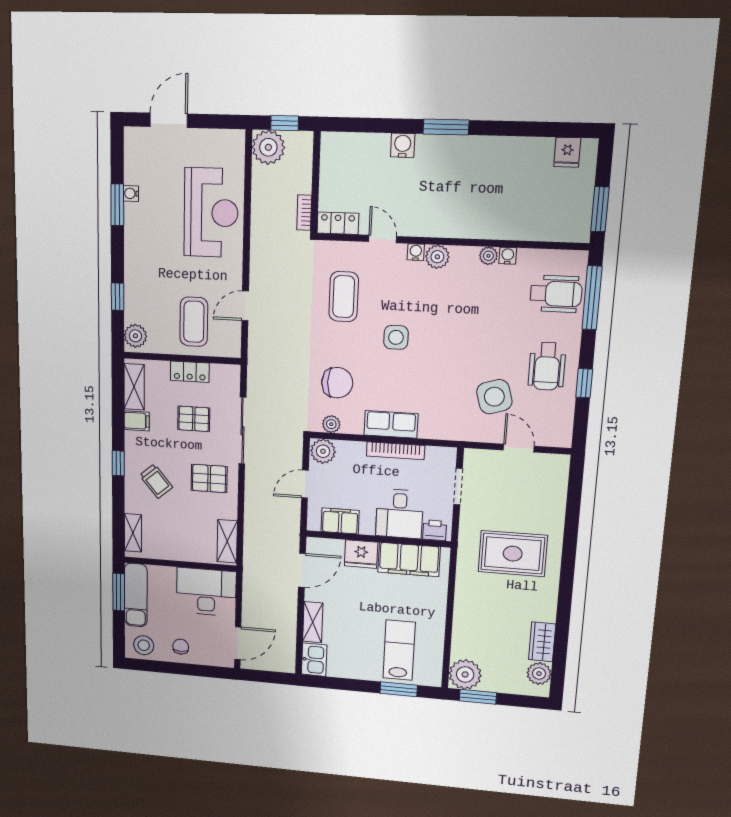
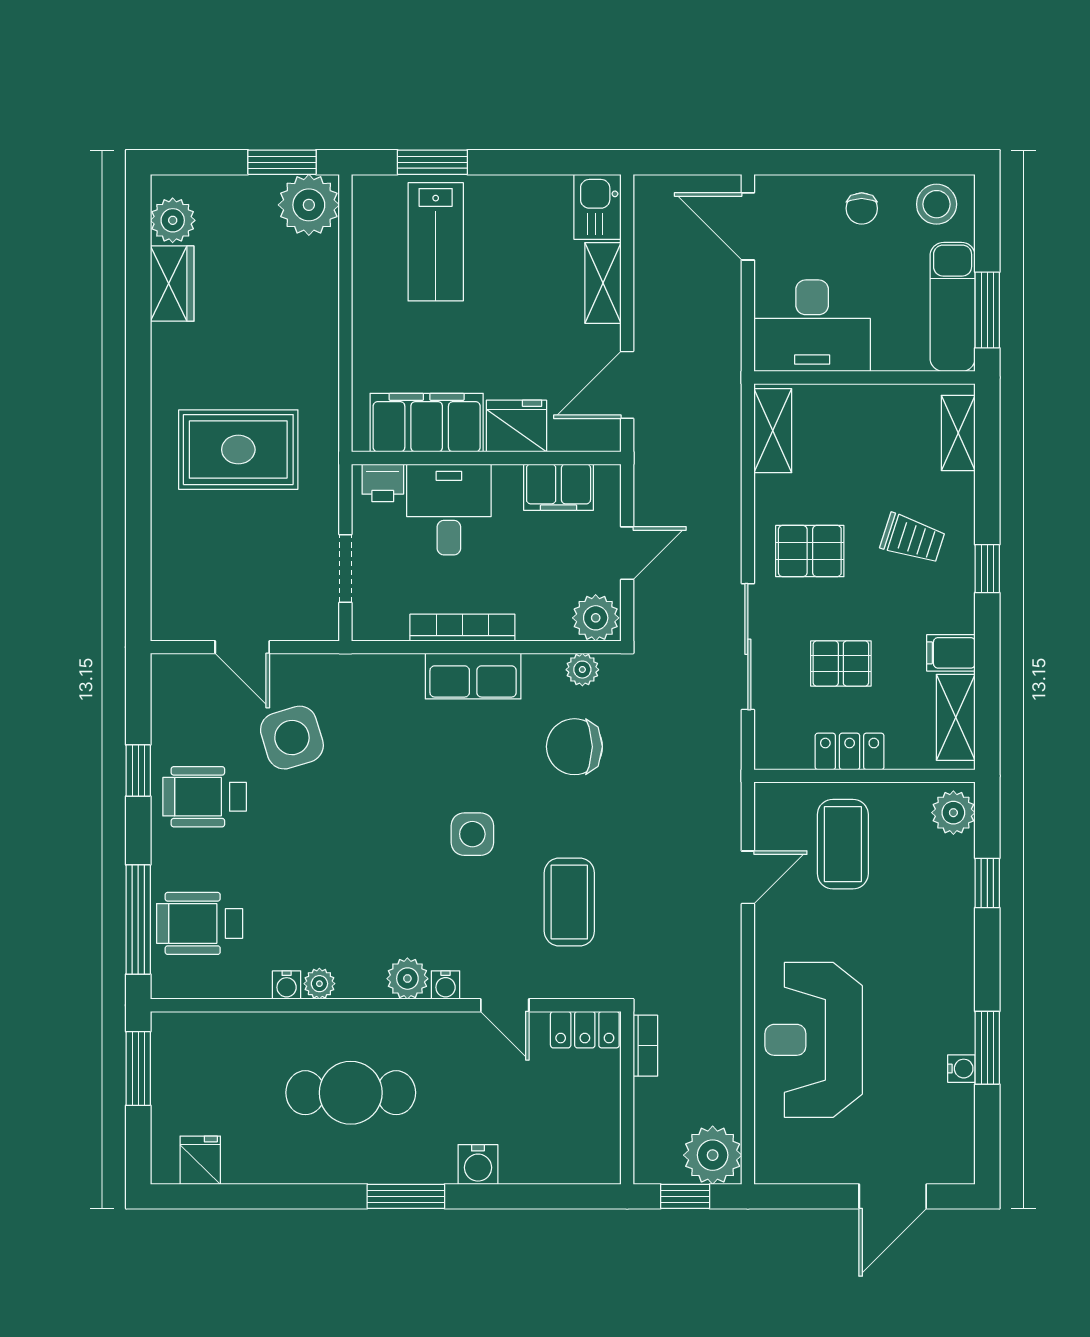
cafe table: (475, 191) -> (351, 1093), added
wheelchair: (547, 366) -> (205, 797), turned -90
trolley: (156, 481) -> (913, 539), turned 148
door: (238, 643) -> (748, 226), hinge flipped

